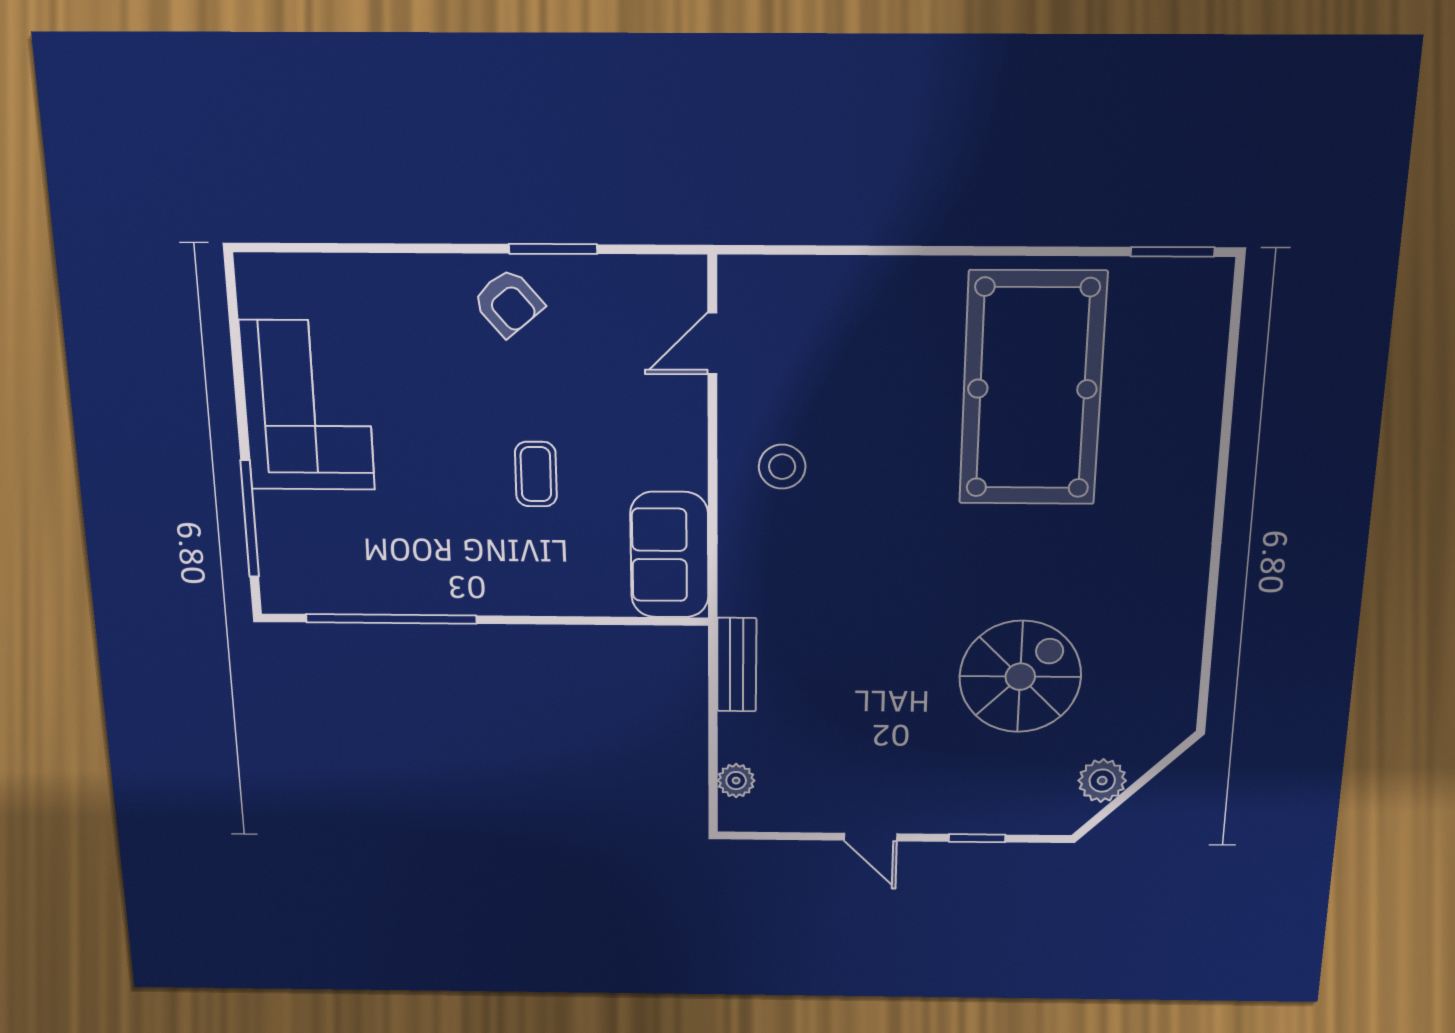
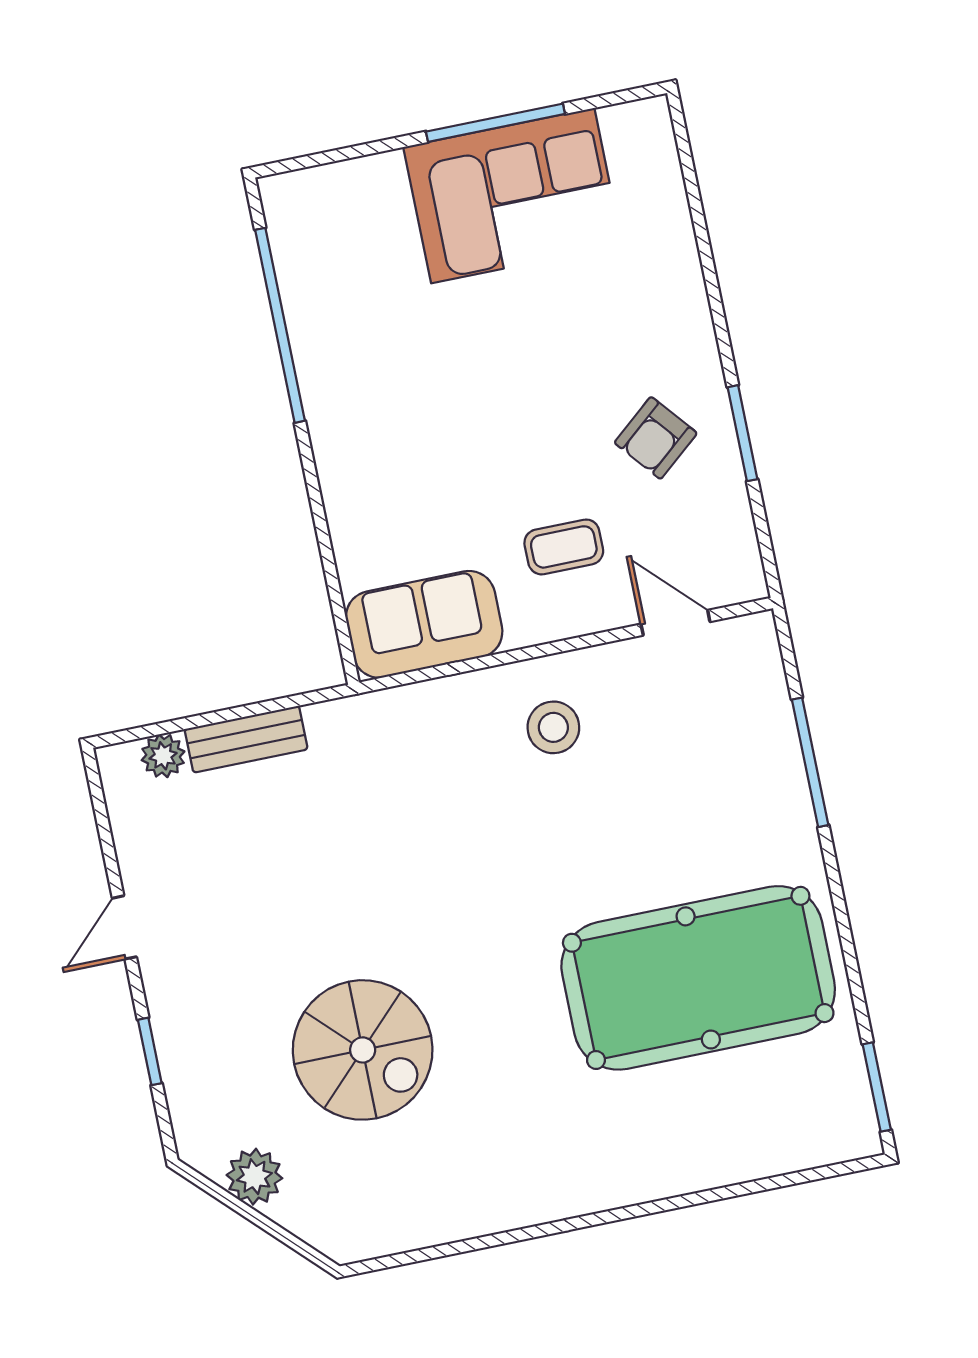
window: (864, 250) -> (810, 762), added
armchair: (508, 303) -> (656, 438), moved
coffee table: (536, 474) -> (564, 547), moved
window: (250, 519) -> (495, 123), moved
bench: (737, 665) -> (246, 739), moved

